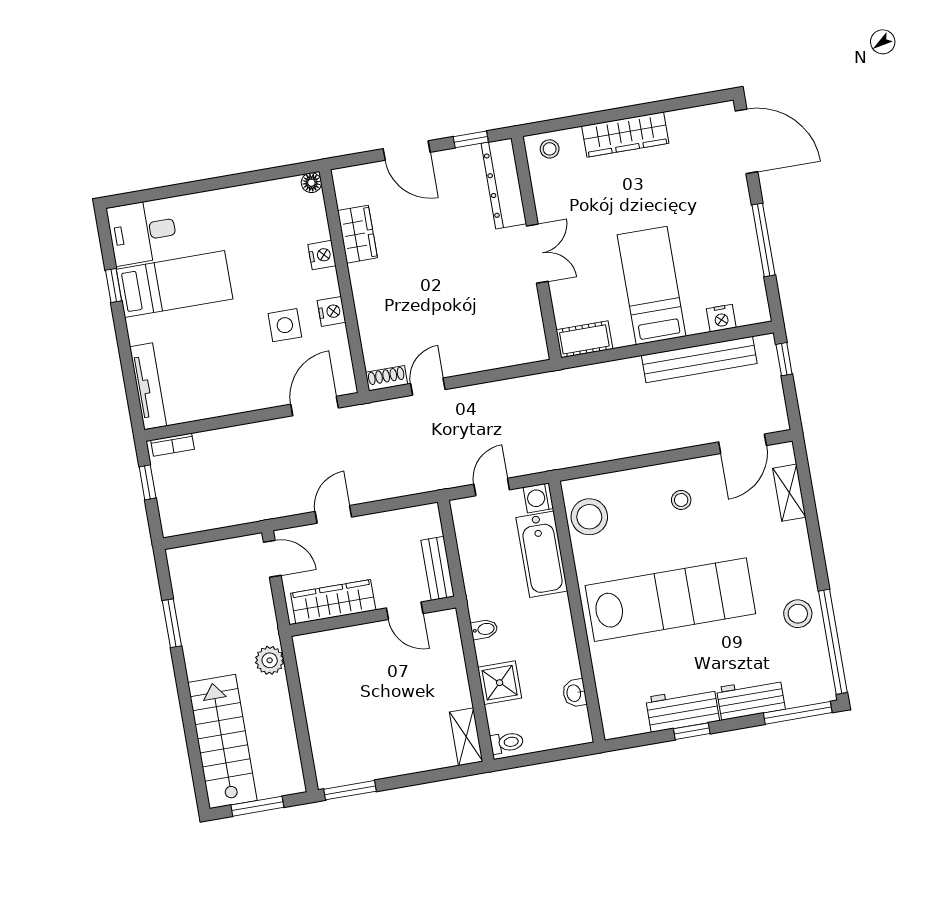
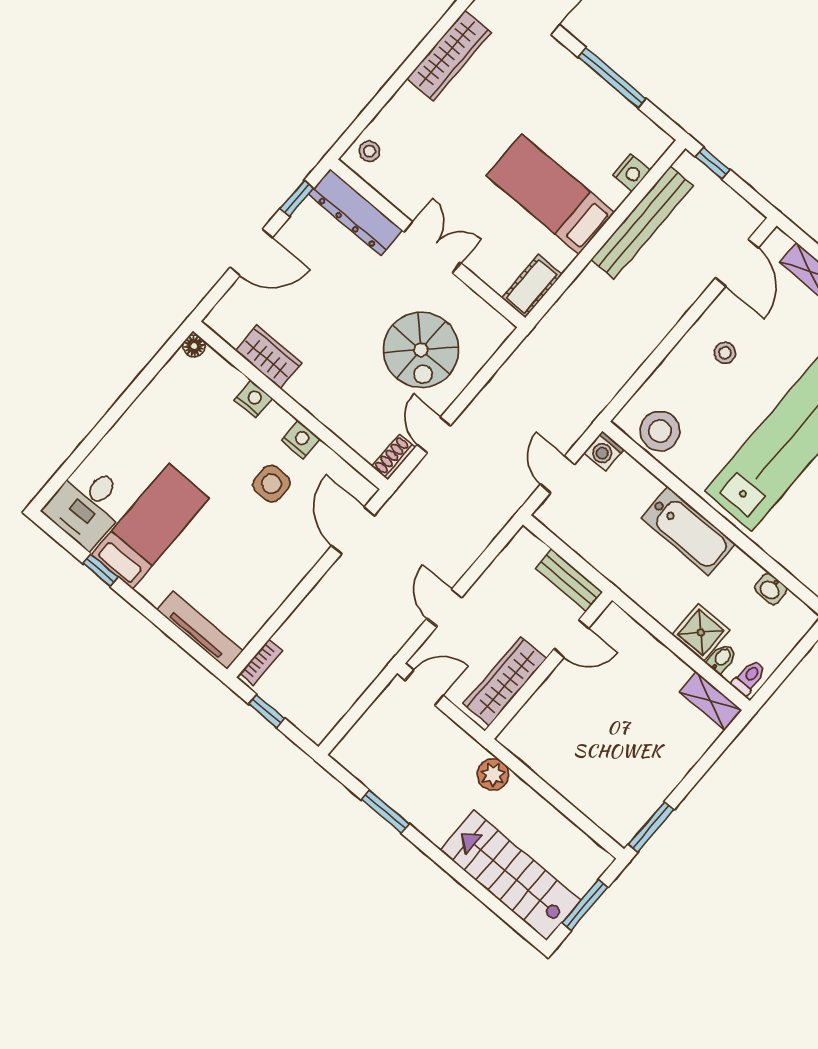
wardrobe: (625, 135) -> (449, 55), moved
spiral stairs: (469, 319) -> (421, 350), added
bathtub: (542, 554) -> (688, 531), moved
bidet: (484, 629) -> (721, 659), moved

